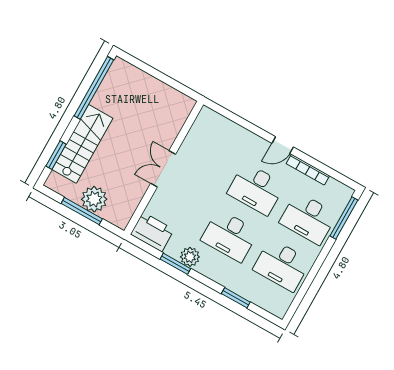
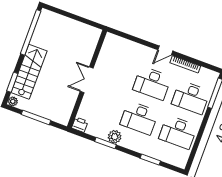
plant: (94, 199) -> (13, 101), moved, width x0.53, depth x0.53
printer: (152, 232) -> (80, 125), width x0.53, depth x0.68

